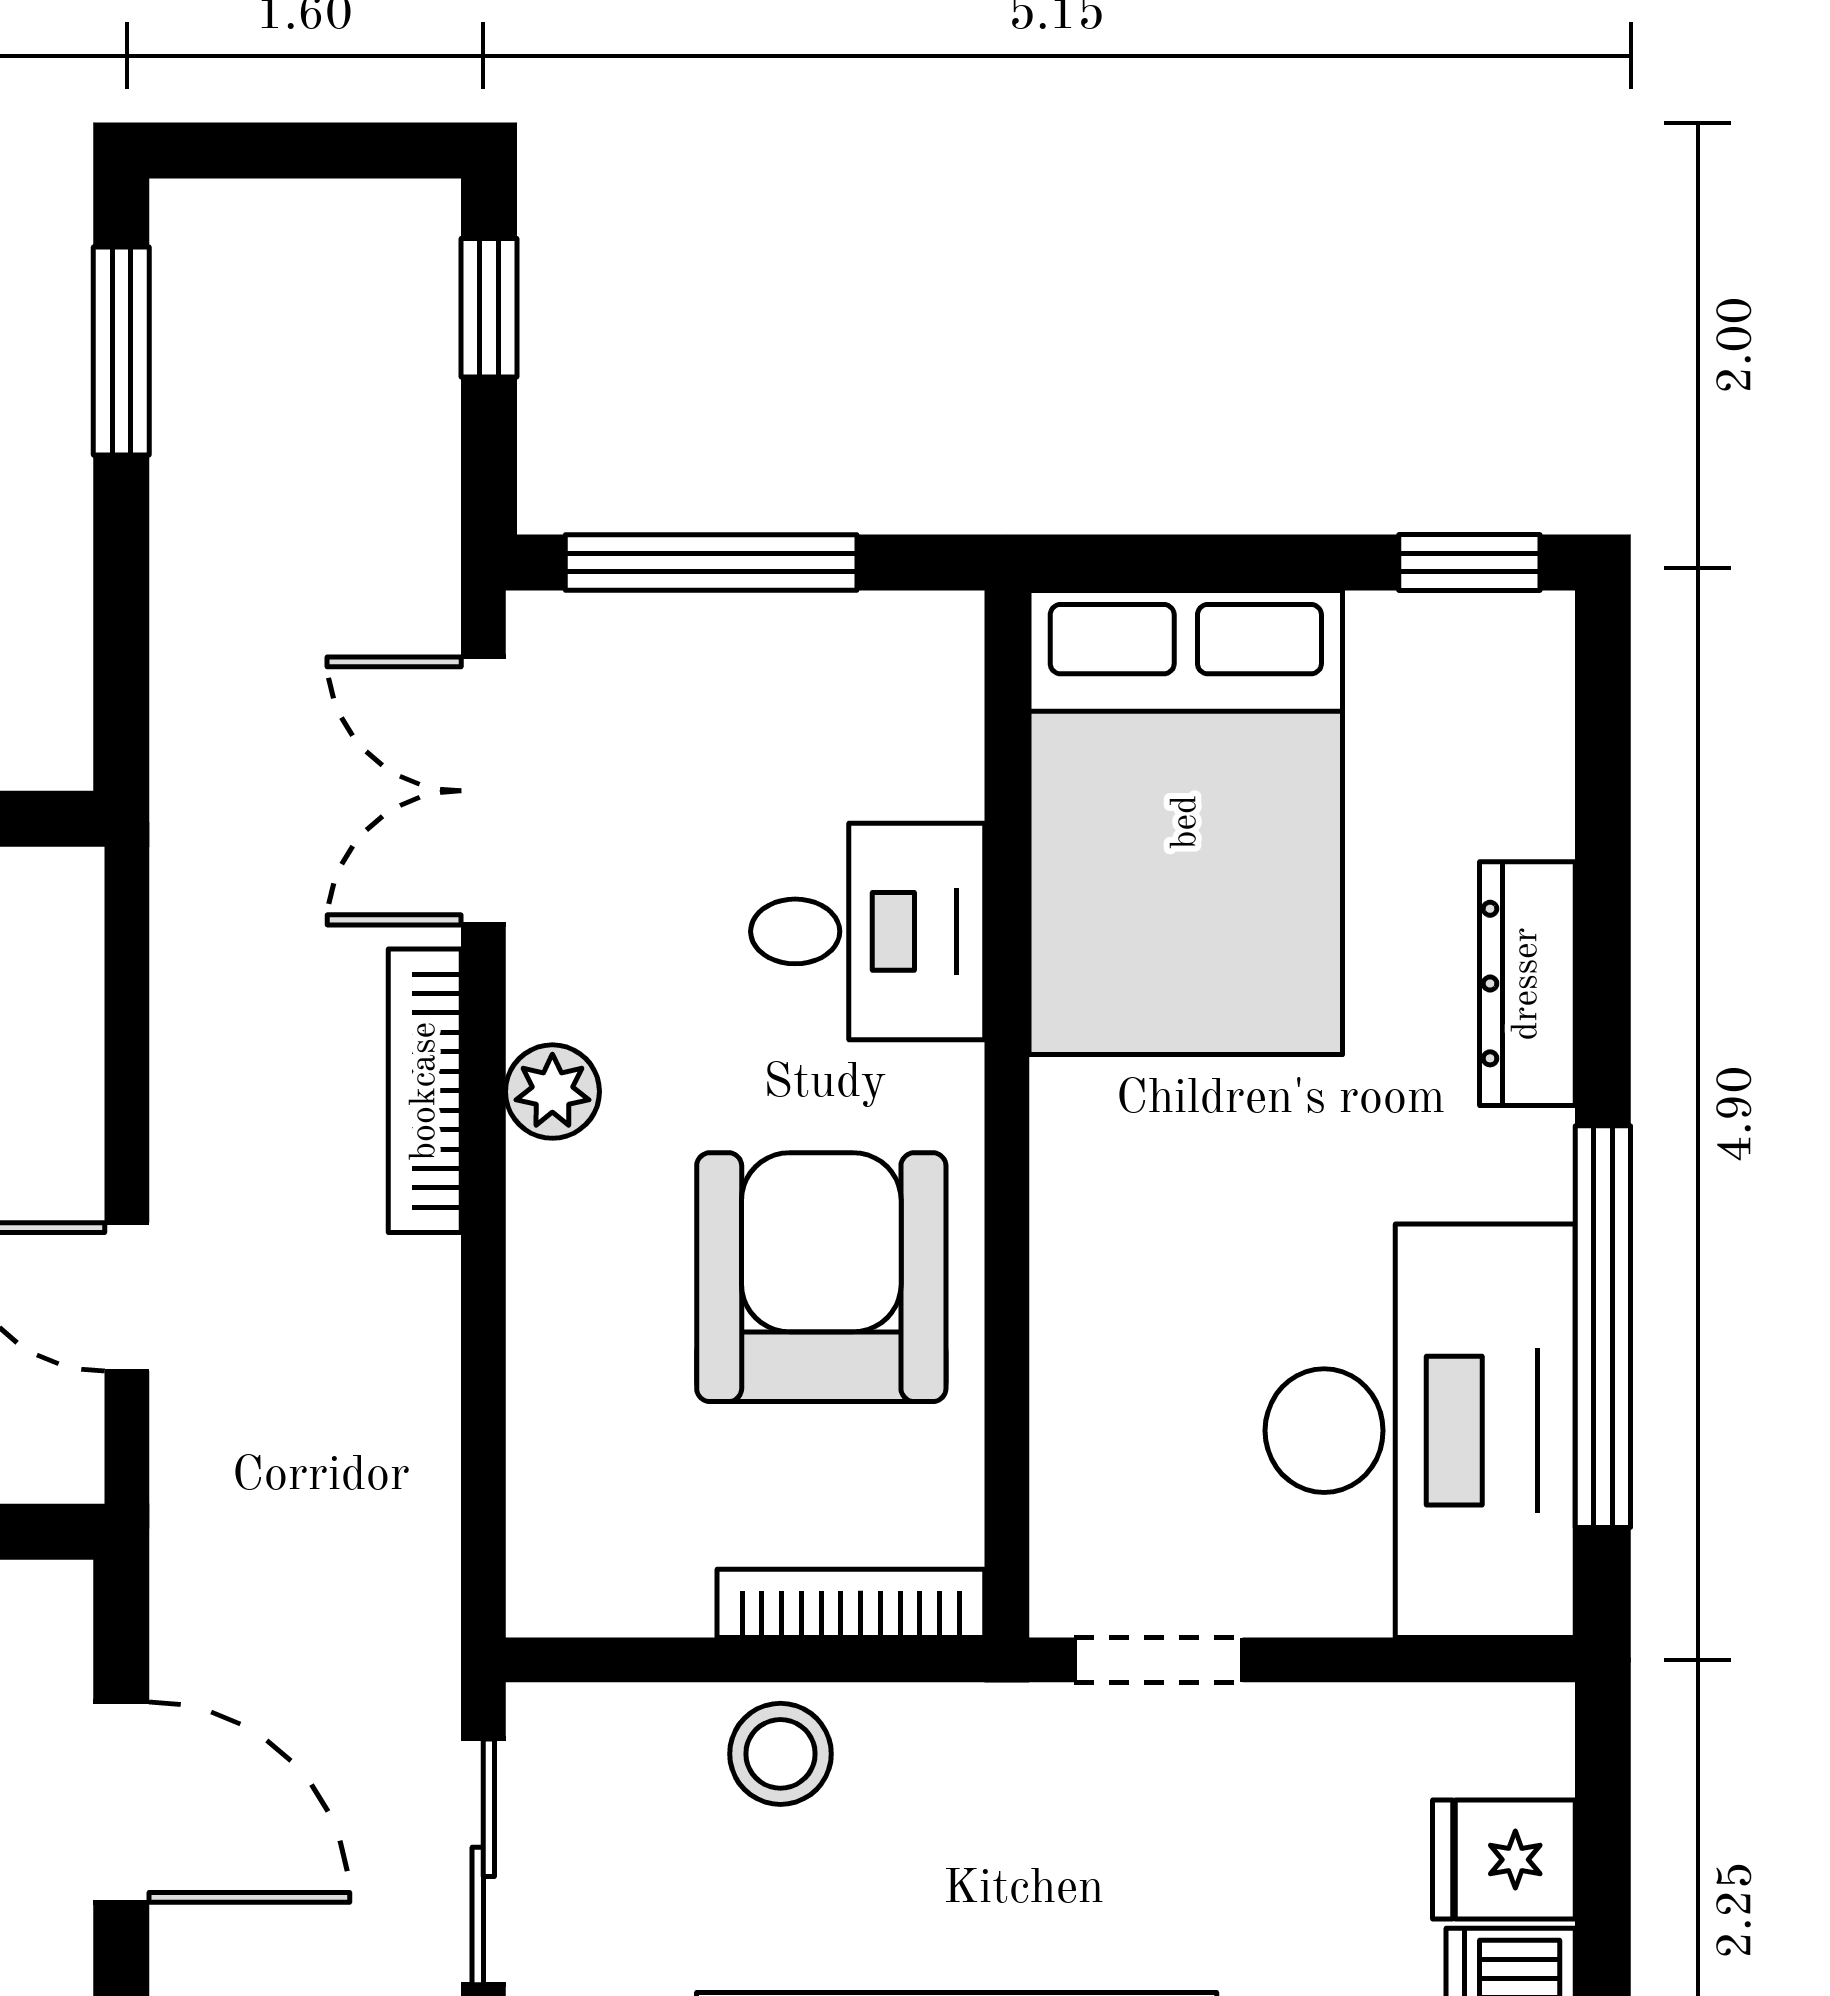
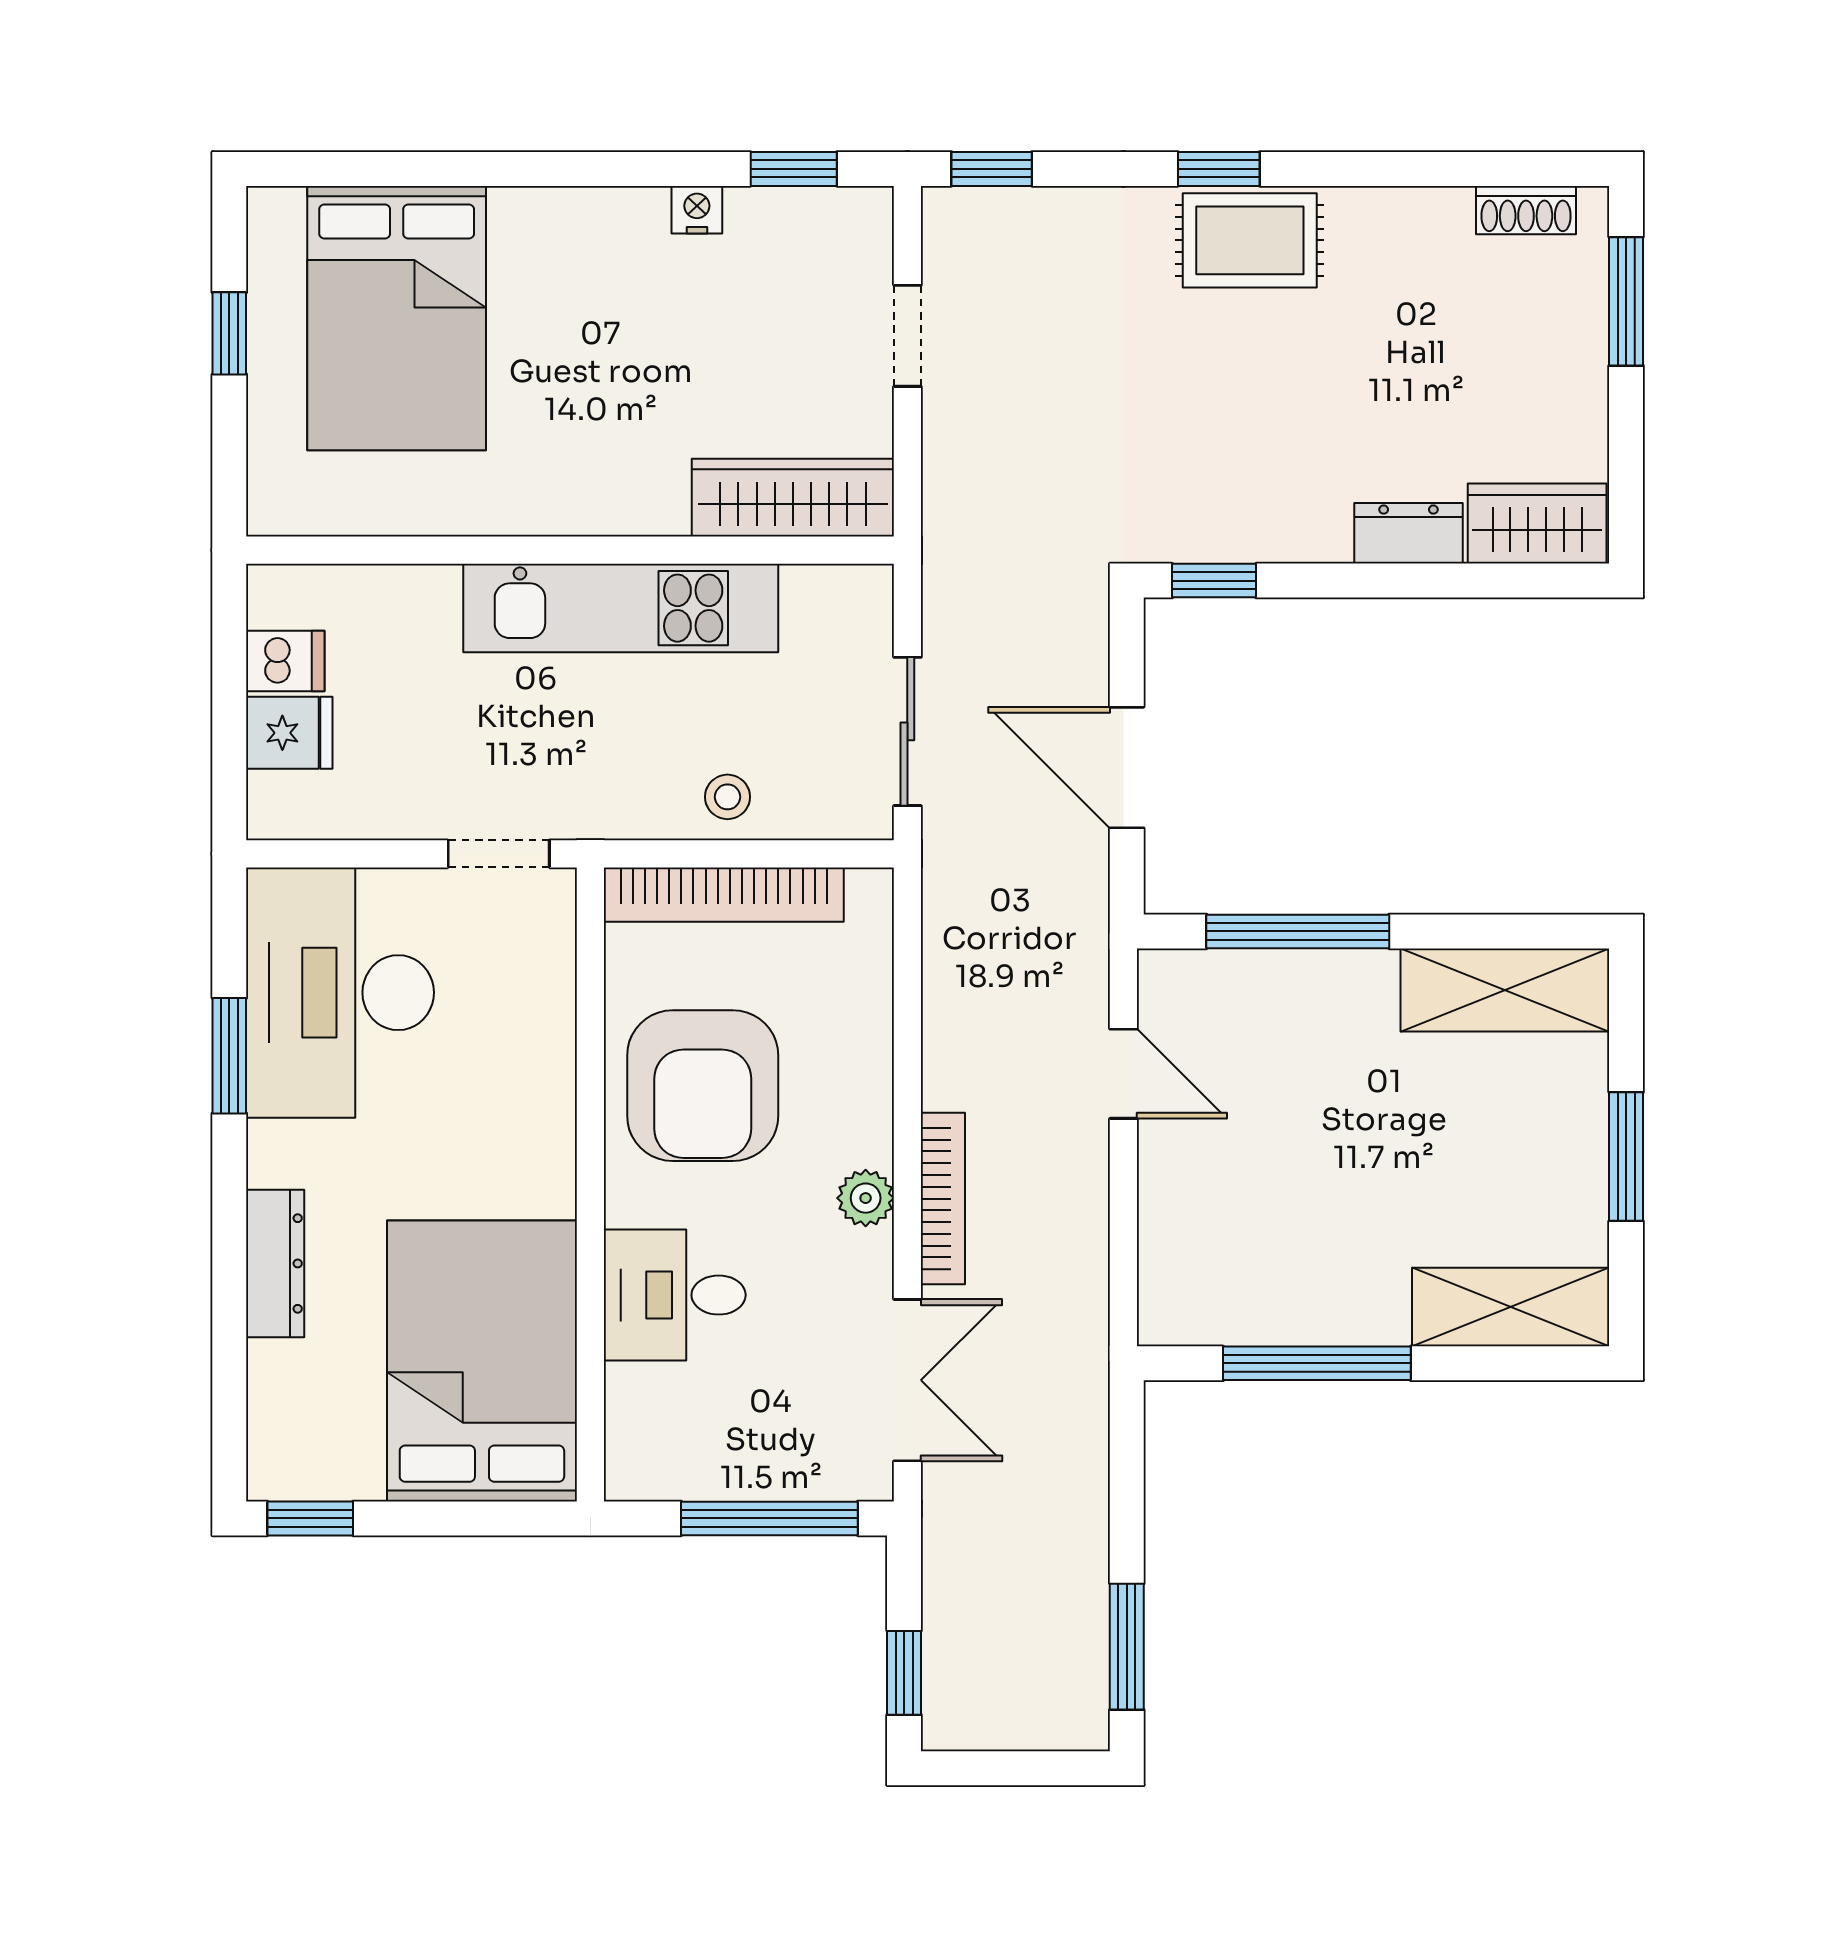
window: (1603, 1327) -> (229, 1056), width x0.47
bookcase: (851, 1603) -> (724, 895), width x1.48, depth x1.31
stool: (780, 1754) -> (727, 797), width x0.73, depth x0.73

